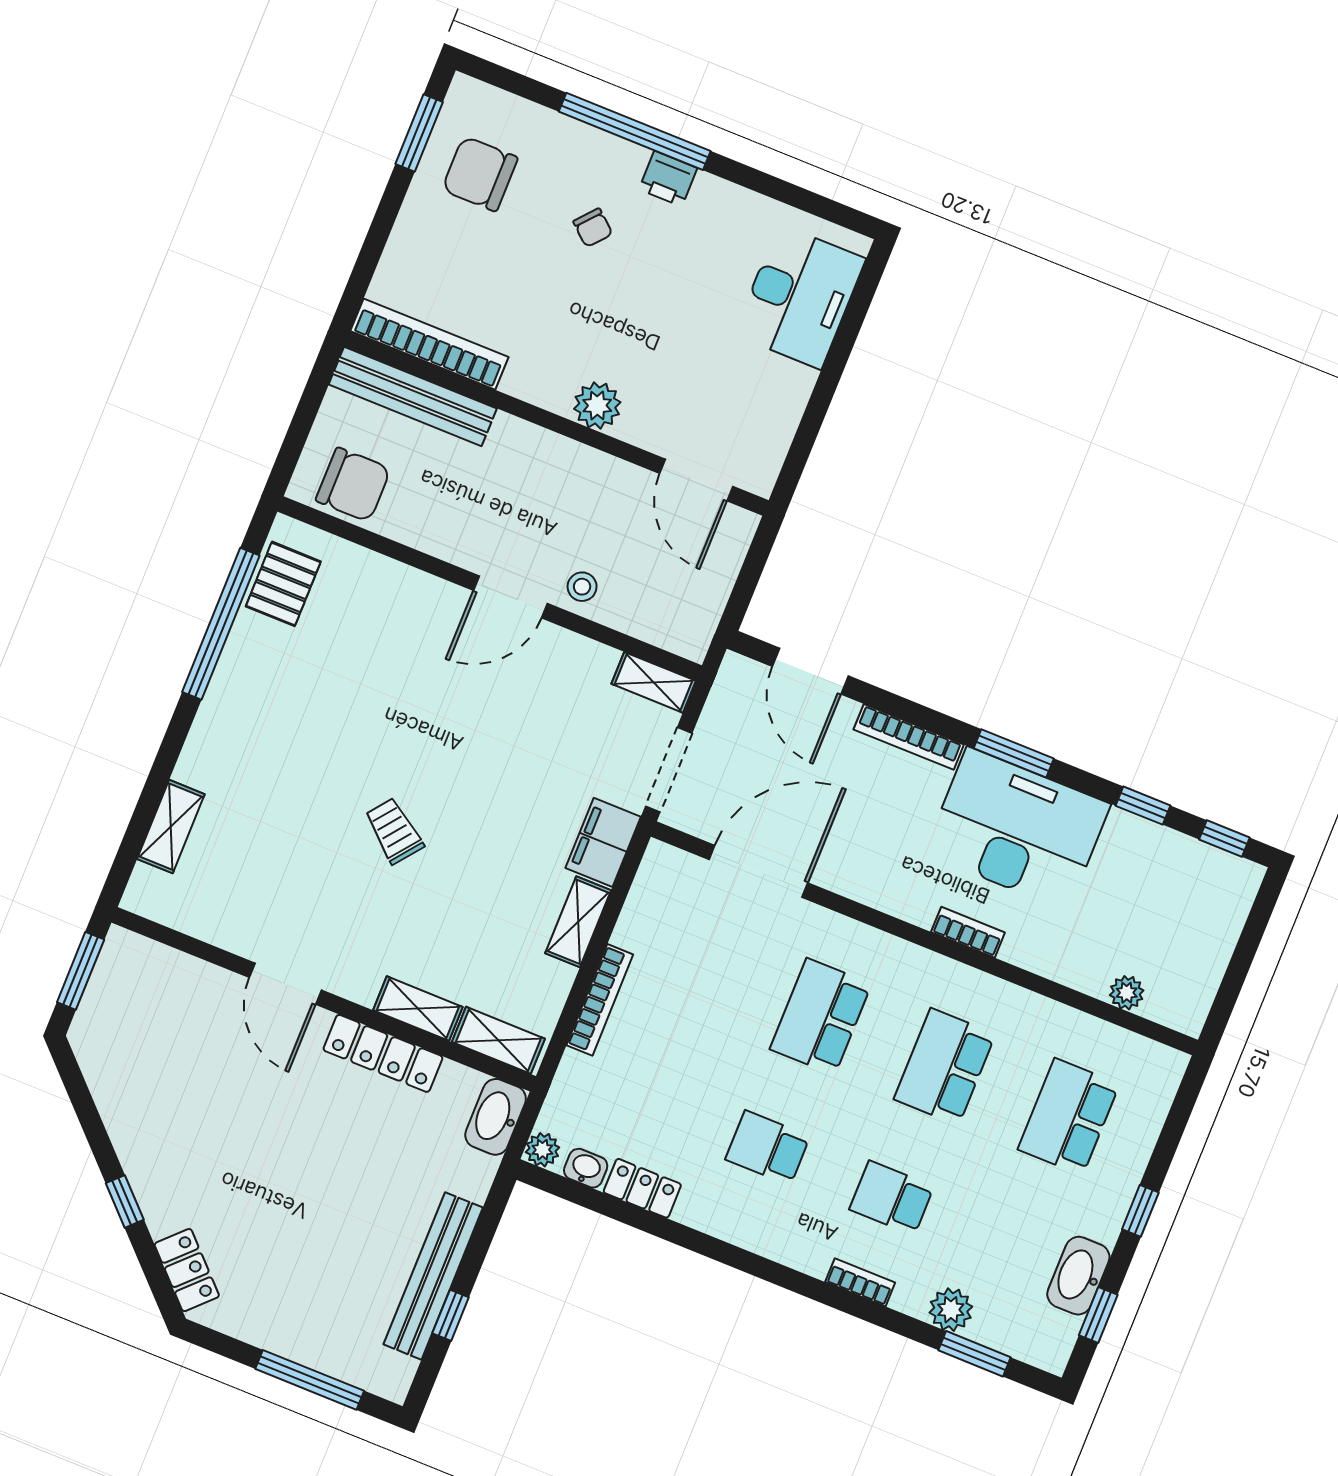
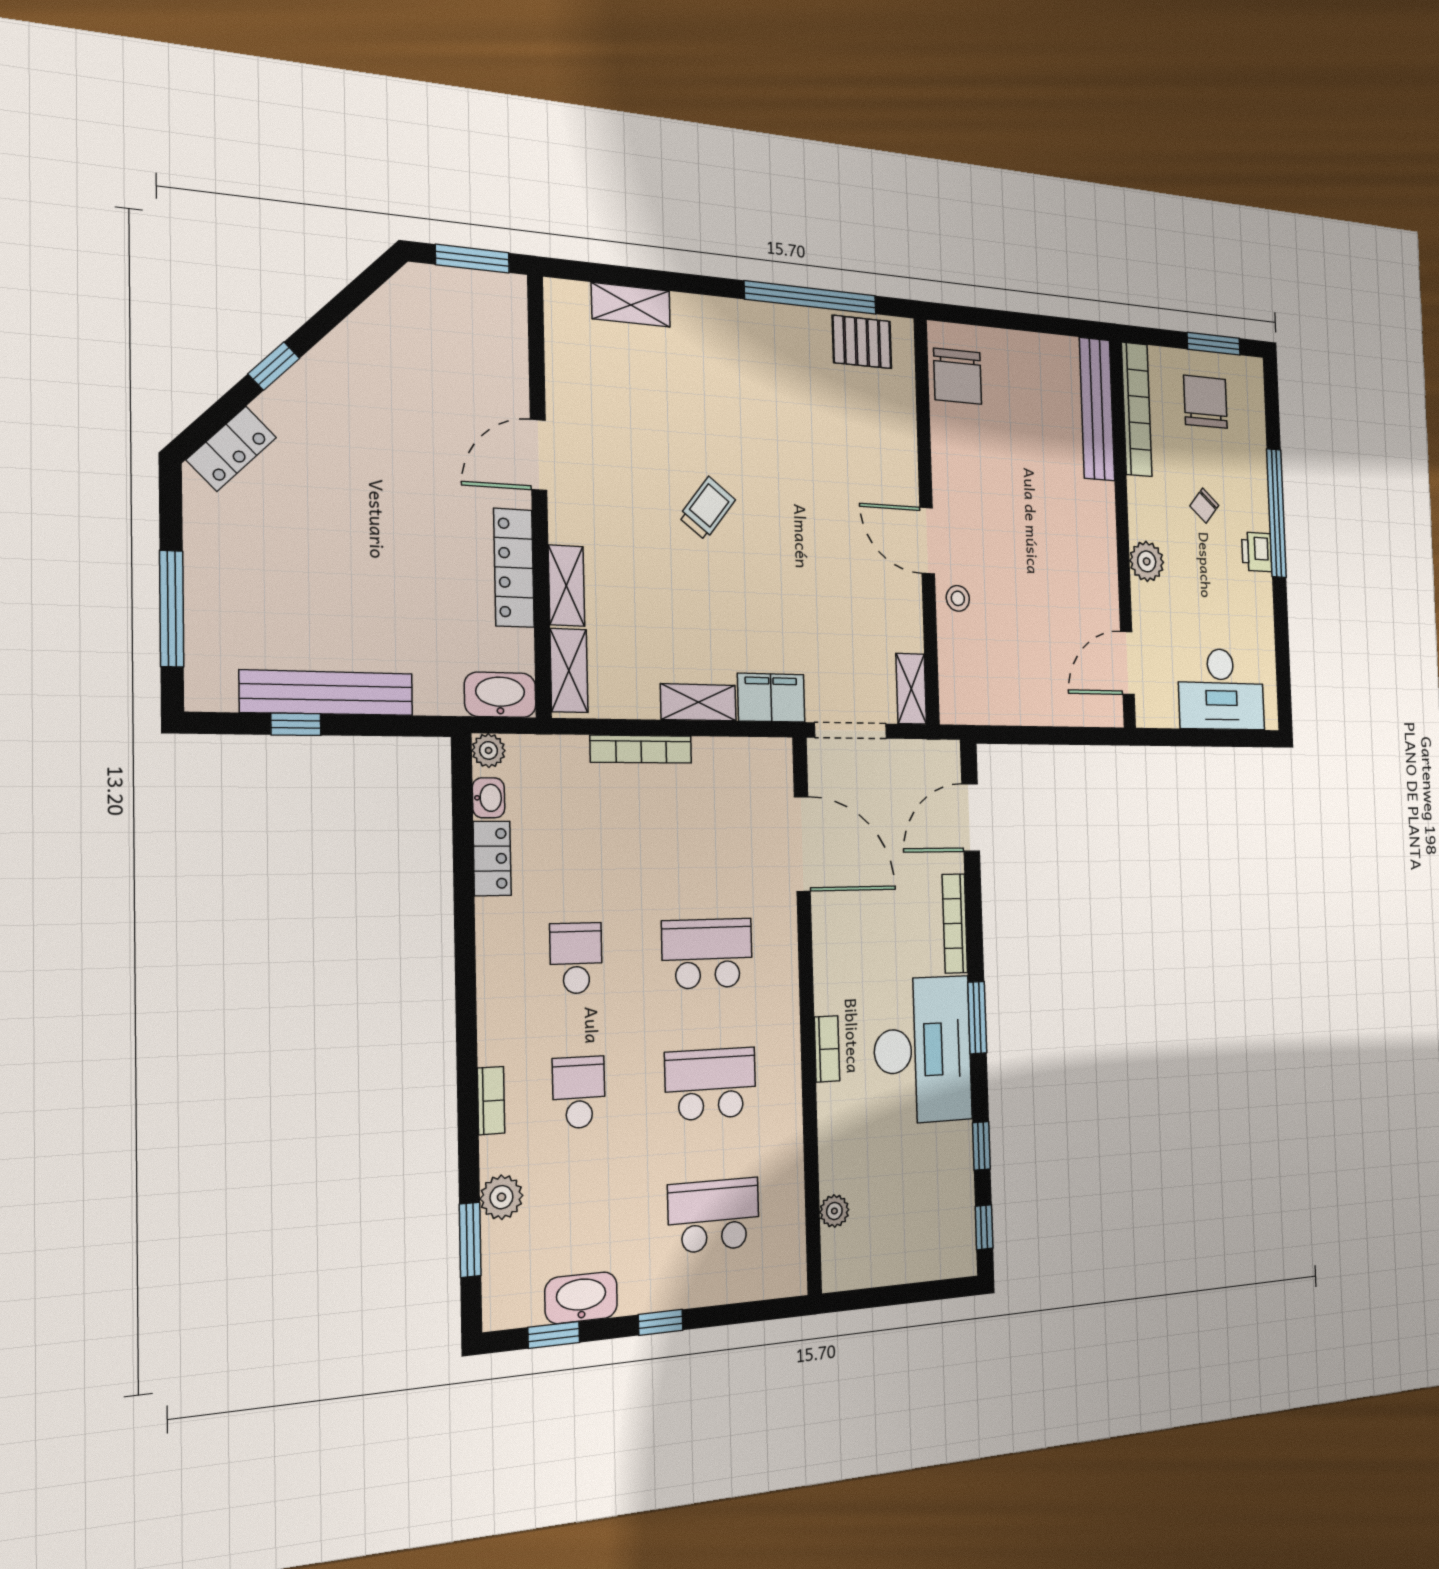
bookcase: (429, 344) -> (1137, 409), moved
bench: (413, 396) -> (1097, 409), moved
plant: (597, 405) -> (1147, 561), moved
wall: (556, 423) -> (1123, 533), moved
door: (696, 480) -> (1127, 663), moved

